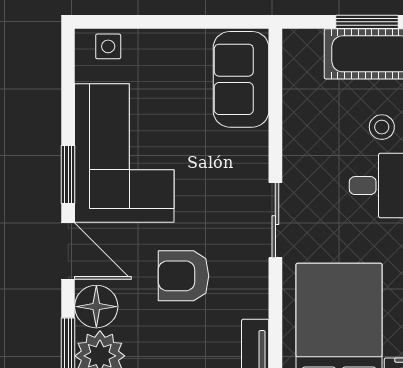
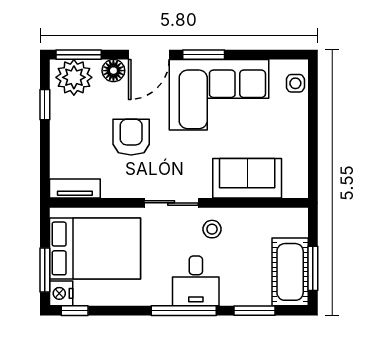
sofa: (241, 79) -> (247, 178), moved
stool: (382, 127) -> (212, 229), moved
floor lamp: (96, 307) -> (113, 71), width x0.73, depth x0.73

